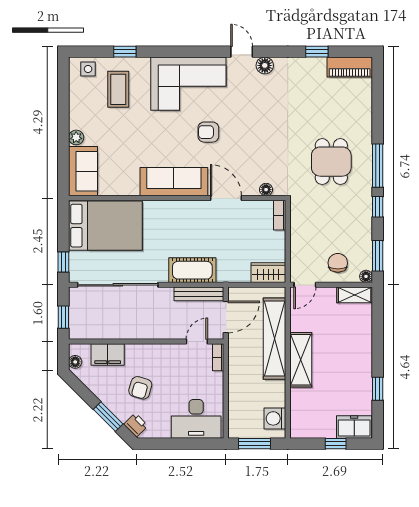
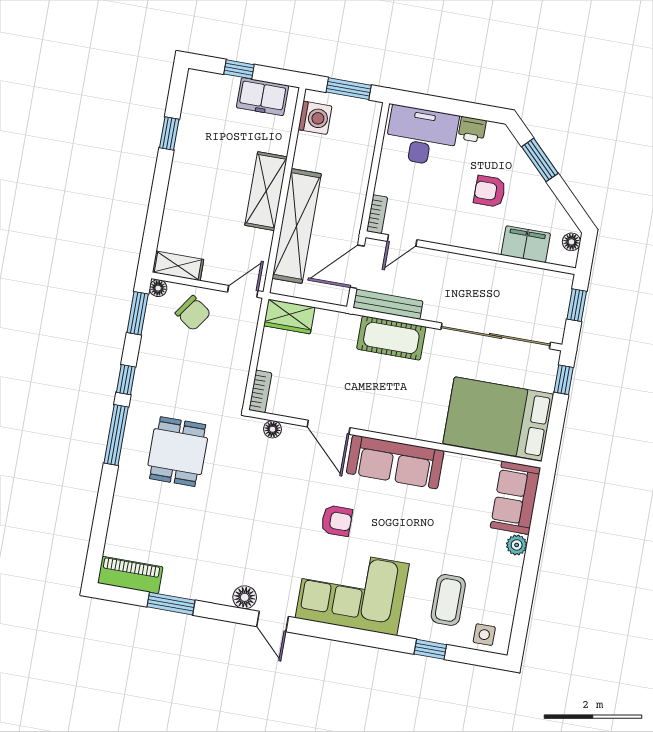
window: (317, 52) -> (171, 604), width x1.50
chair: (338, 263) -> (193, 313), turned -55
armchair: (140, 388) -> (490, 191), turned -106
printer: (136, 425) -> (472, 129), moved, turned -45
freezer: (354, 427) -> (262, 97), moved

